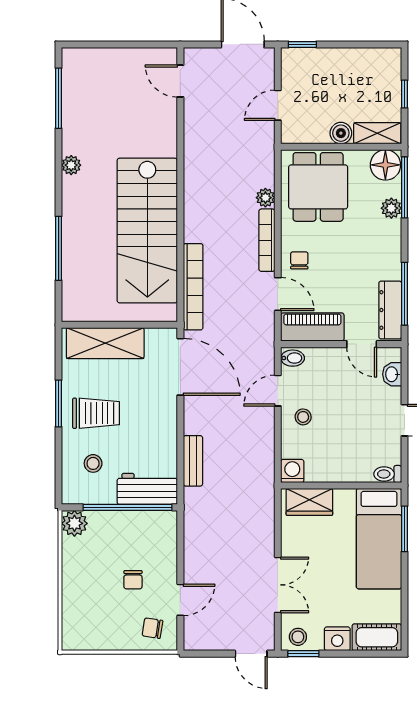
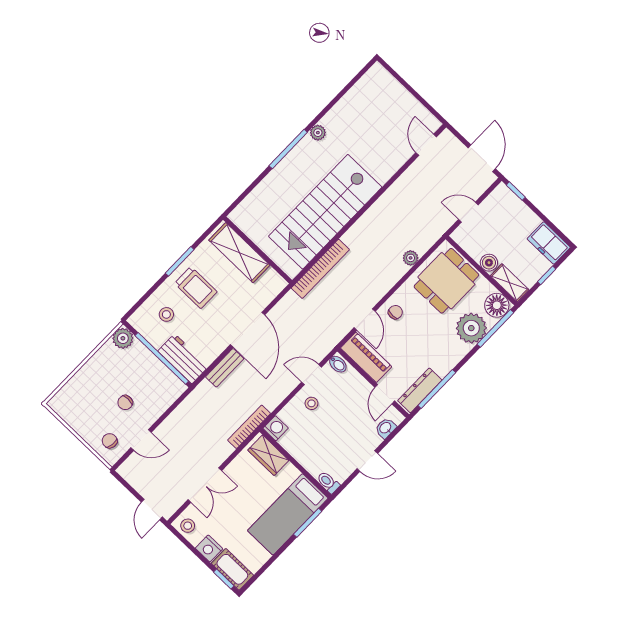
freezer: (378, 63) -> (549, 243), added
window: (59, 98) -> (347, 88), removed
plant: (391, 208) -> (471, 328), width x1.87, depth x1.87
bookcase: (267, 240) -> (249, 427), moved
window: (59, 248) -> (288, 149), moved
door: (180, 367) -> (248, 330), moved
window: (303, 654) -> (224, 579), moved

